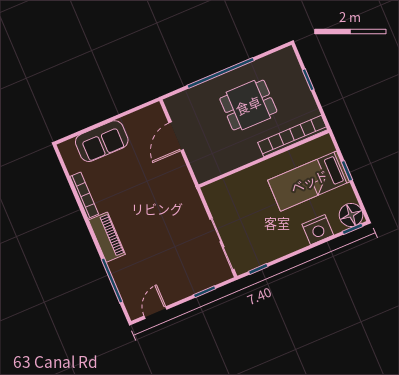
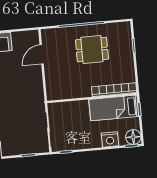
bookcase: (293, 136) -> (114, 90), moved
wall: (264, 159) -> (92, 98), moved

